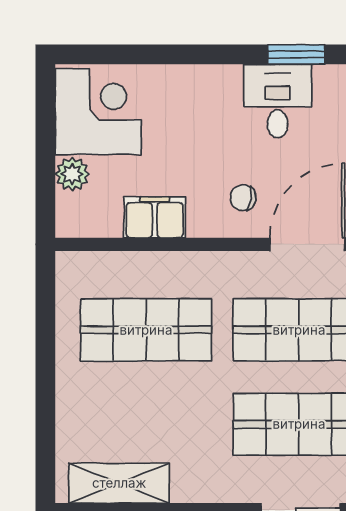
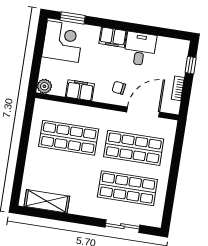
window: (296, 54) -> (73, 18), moved
filing cabinet: (211, 84) -> (113, 37), added
plant: (72, 174) -> (44, 86), moved

